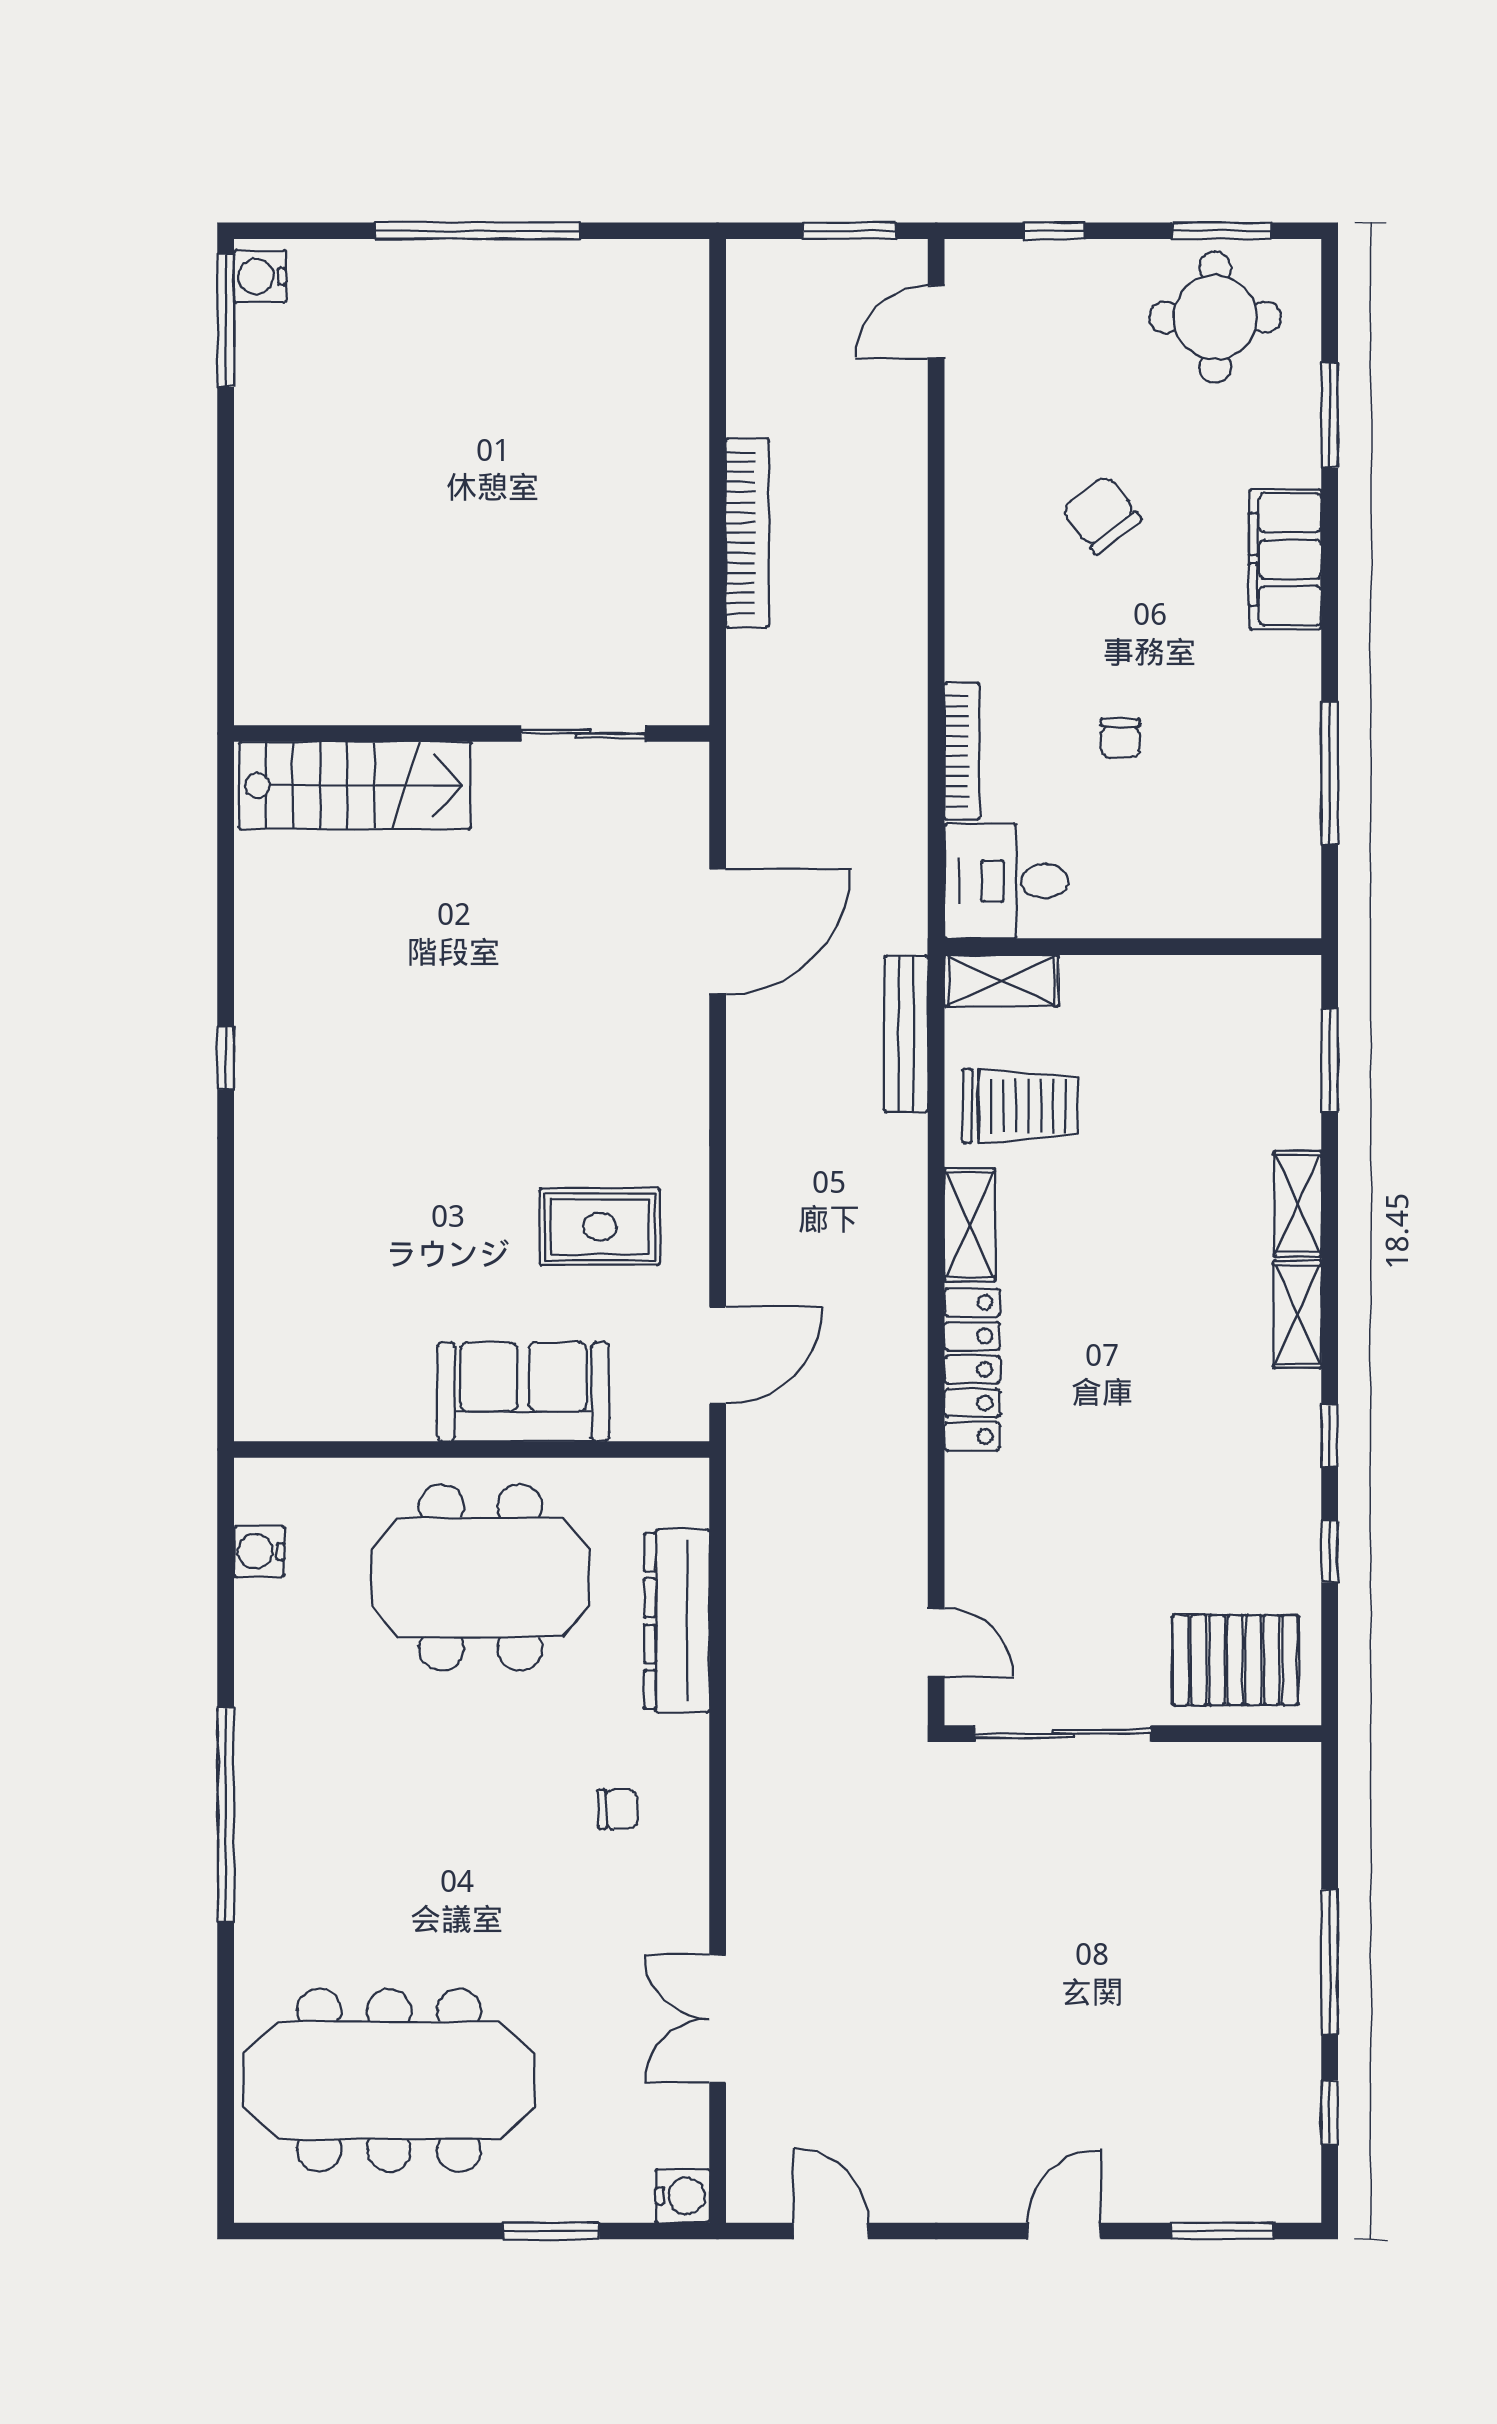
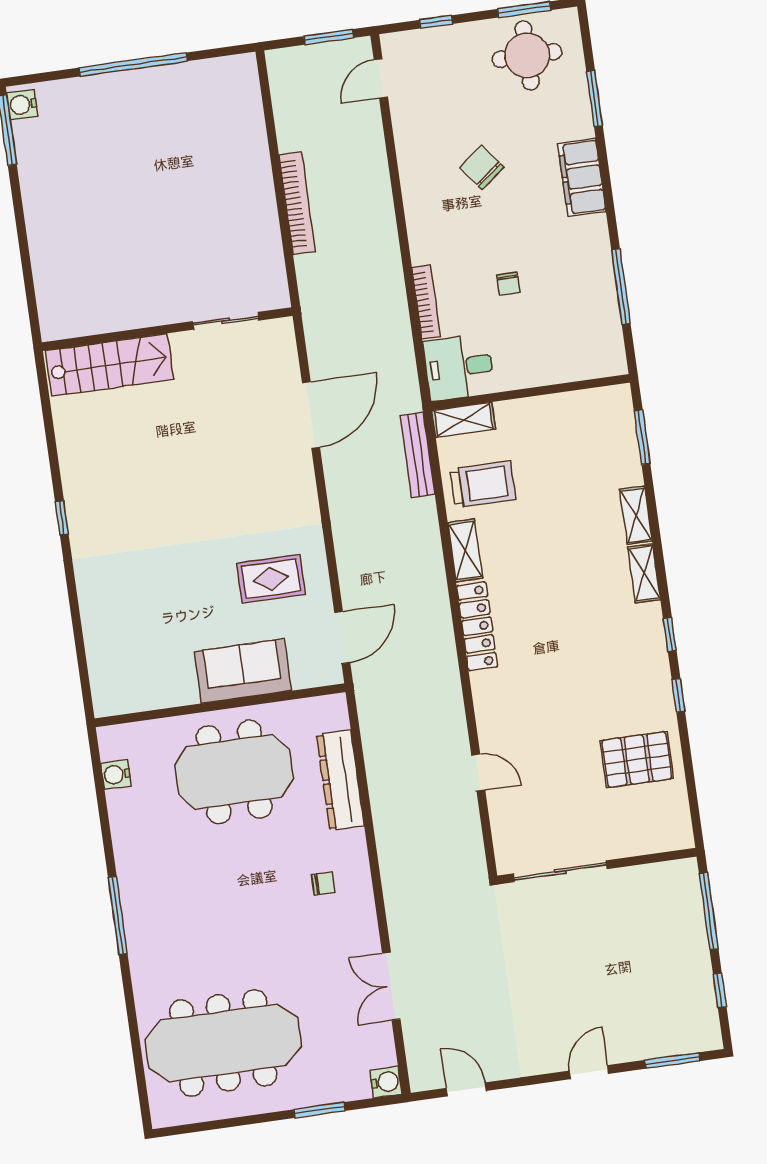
sliding door: (1063, 1734) -> (560, 871), moved
wall: (1133, 1734) -> (597, 866), moved
window: (226, 1815) -> (118, 916), width x0.68

